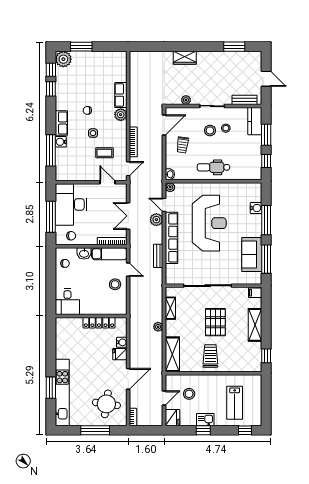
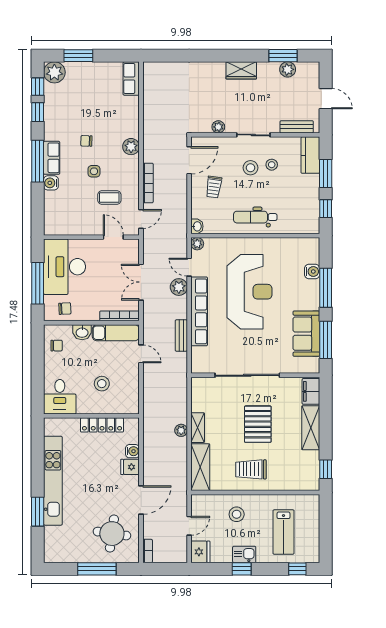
plant: (238, 57) -> (288, 69), added
wardrobe: (185, 58) -> (241, 70), moved
row of seats: (121, 95) -> (131, 78), moved
window: (51, 150) -> (38, 161), moved
stool: (115, 284) -> (102, 384), moved
filing cabinet: (255, 293) -> (311, 391), width x2.00
shelving: (170, 308) -> (198, 428), moved
trolley: (210, 356) -> (251, 469), turned -90
kitchen unit: (62, 392) -> (53, 481), moved
stool: (189, 394) -> (237, 514), moved

